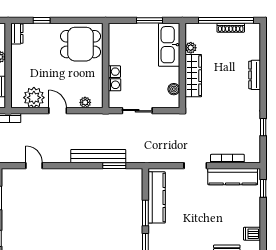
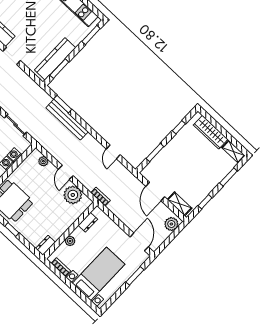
window: (42, 20) -> (12, 230), moved
window: (145, 213) -> (59, 69), moved

